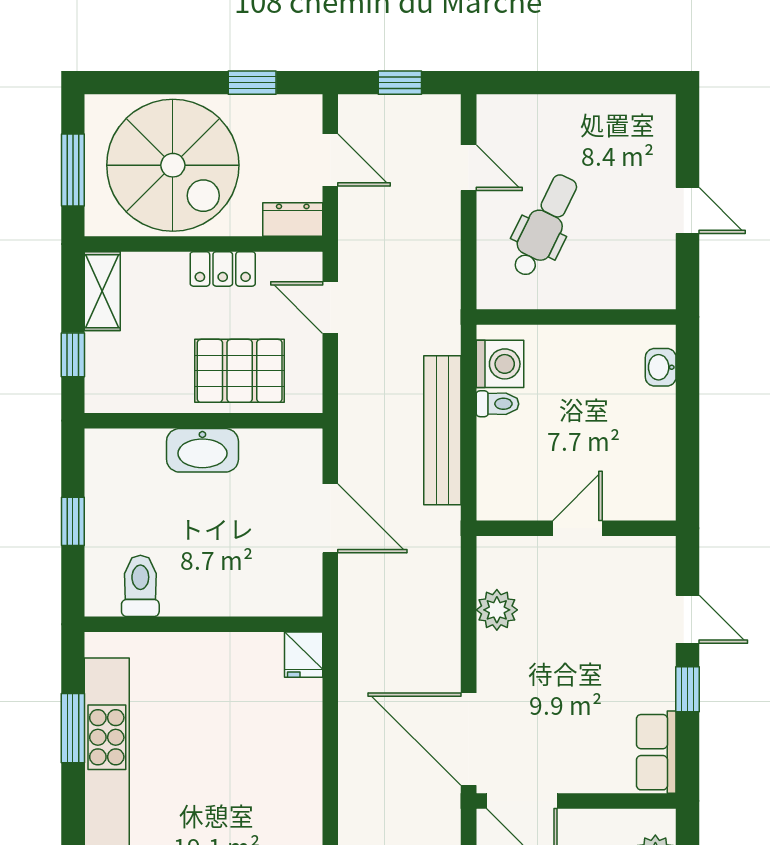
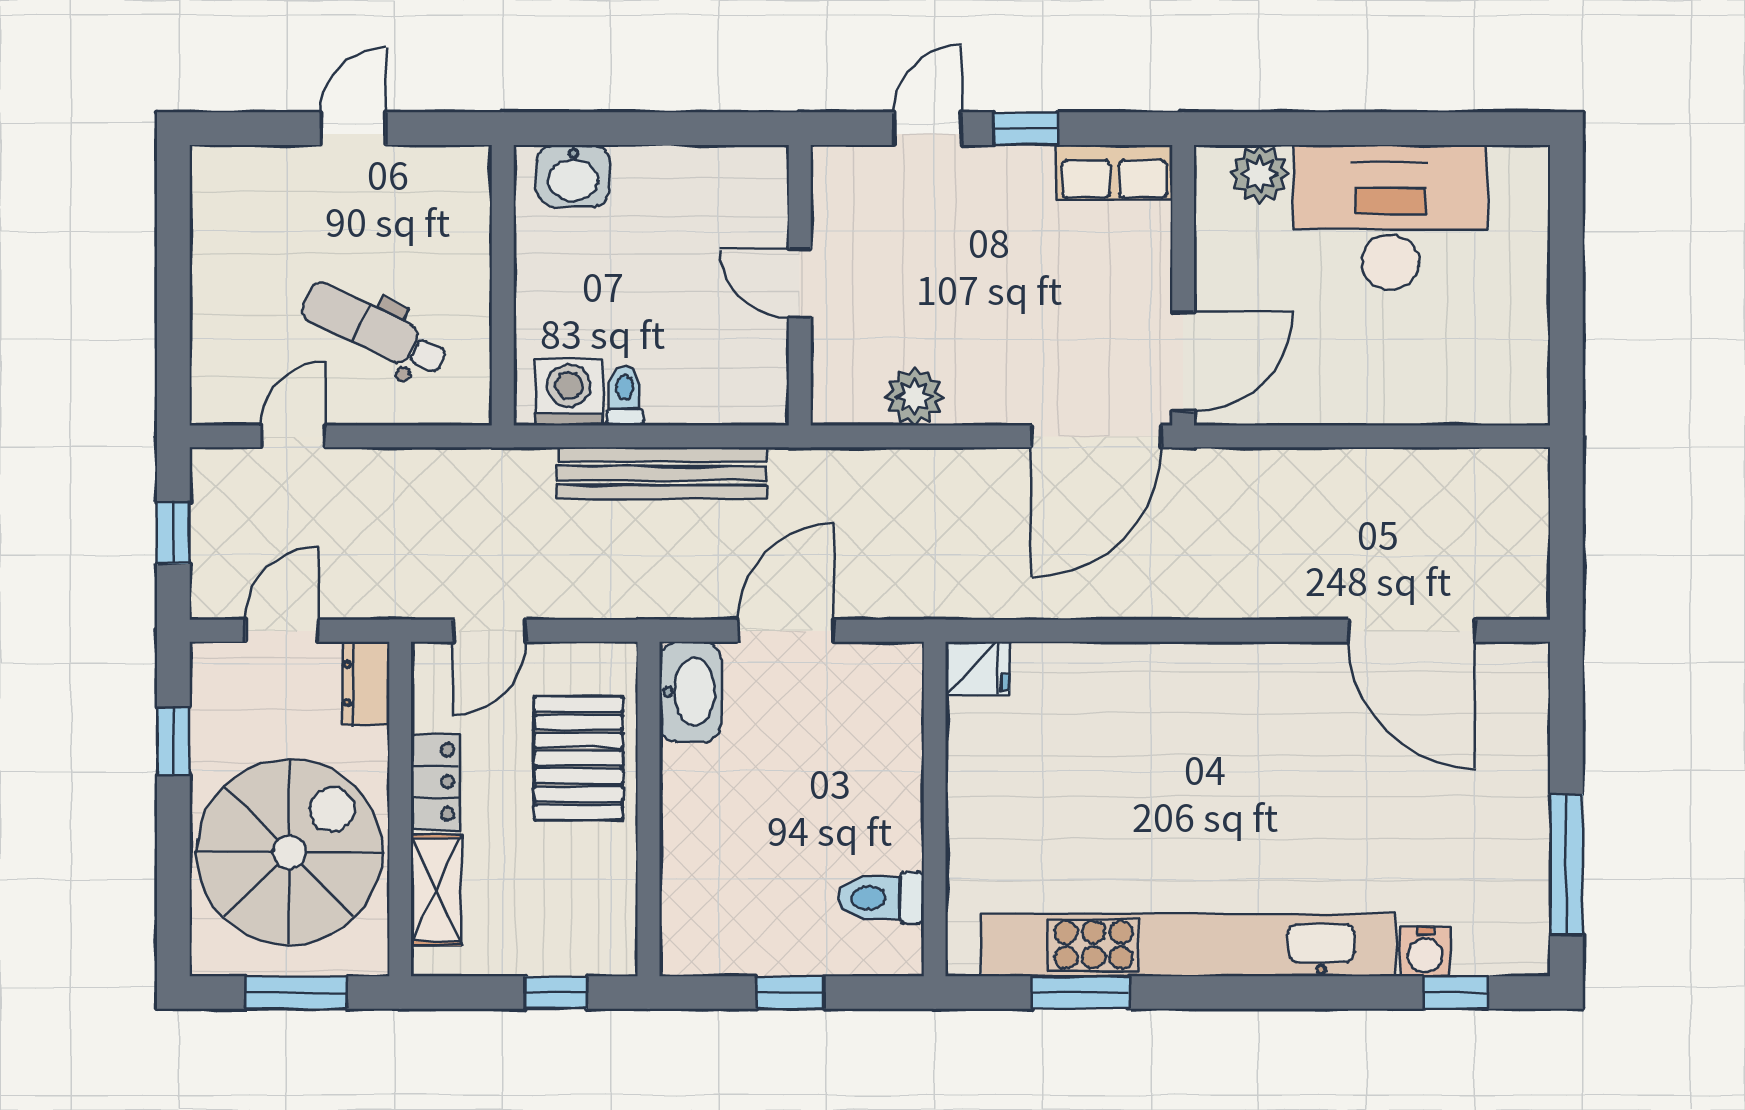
shelving: (102, 291) -> (436, 890), moved, turned 90
washbasin: (661, 367) -> (573, 176), width x1.38, depth x1.45
washbasin: (202, 450) -> (690, 692), moved

